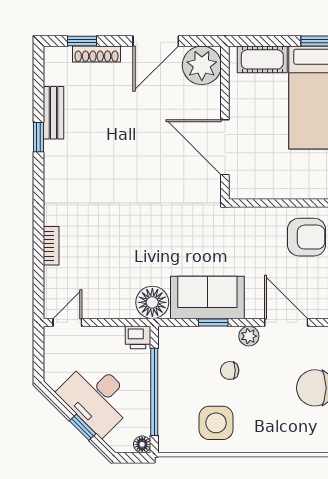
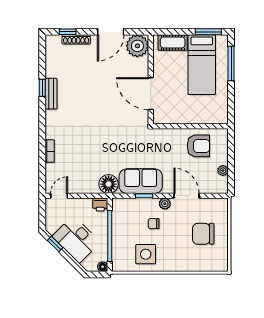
bench: (53, 113) -> (51, 94), moved
window: (83, 427) -> (55, 244), moved

